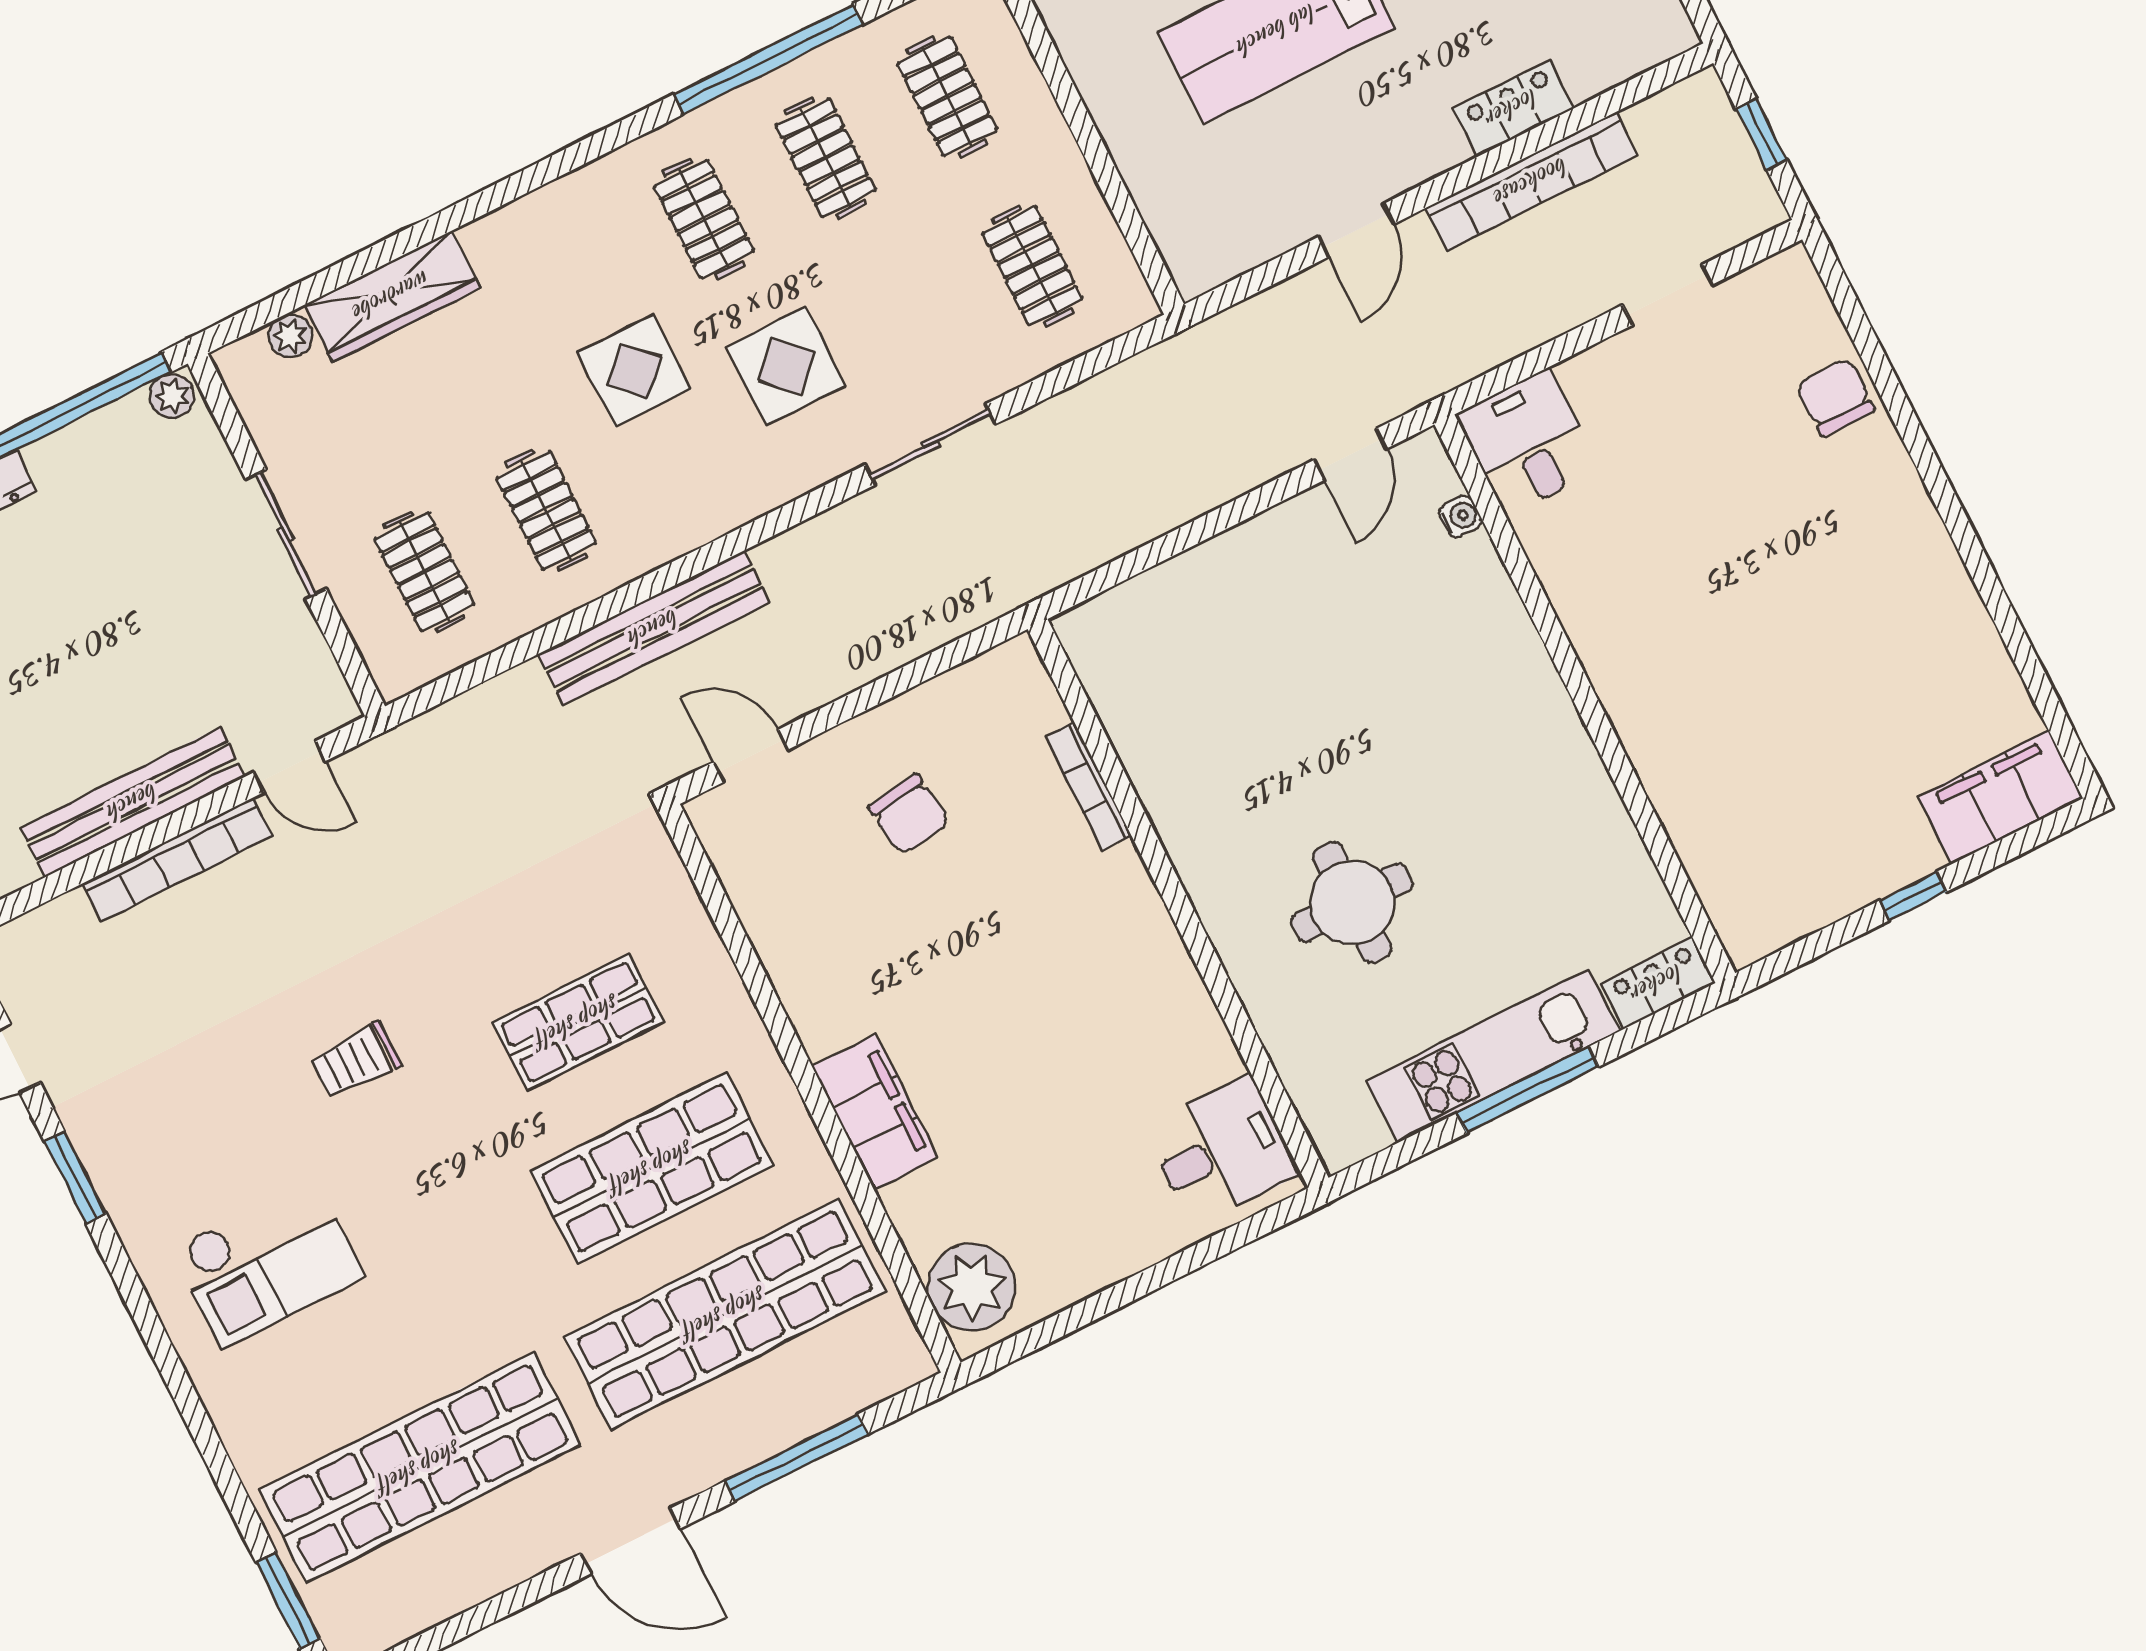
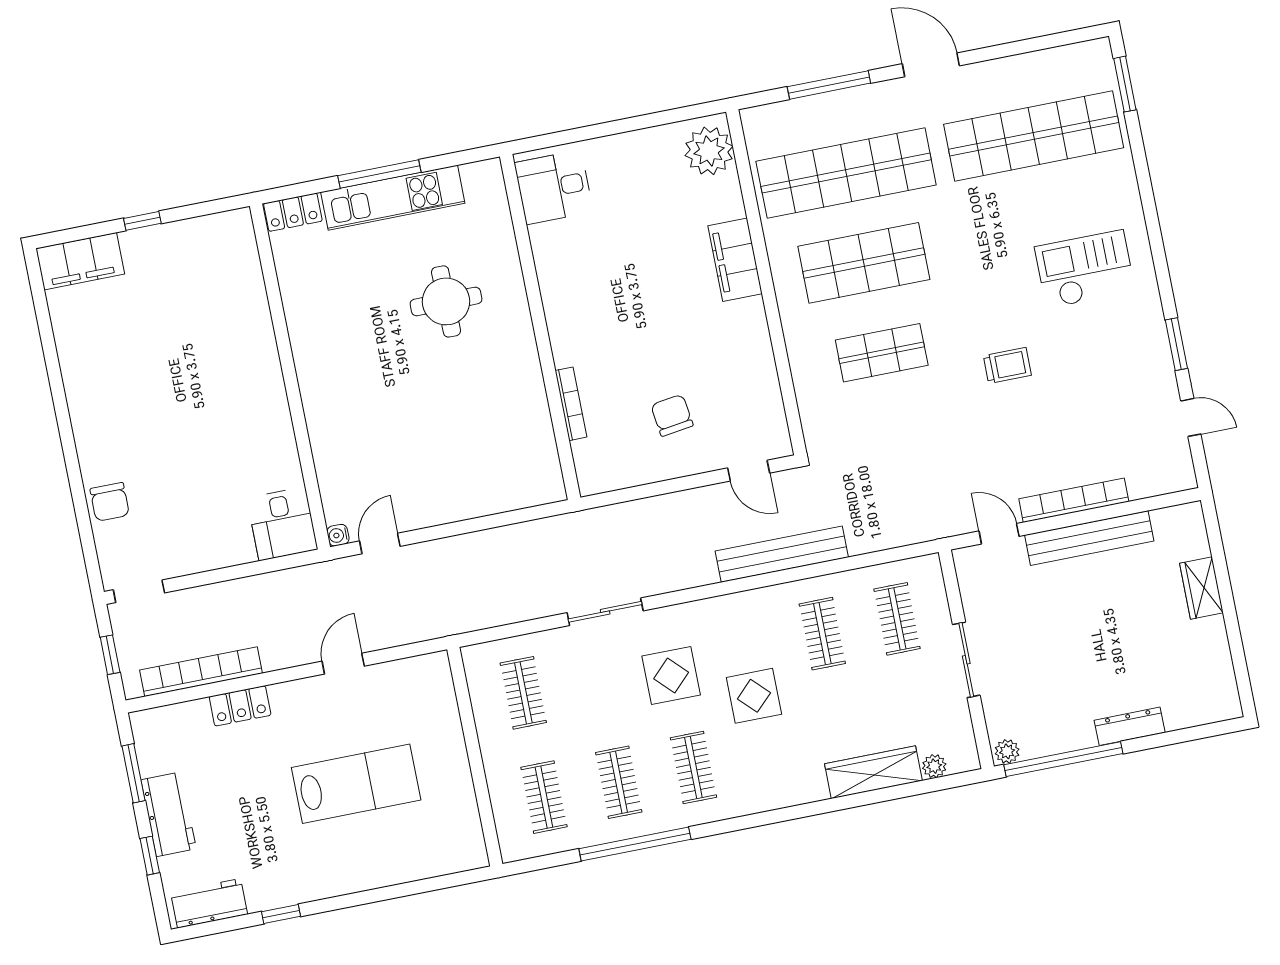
bookcase: (1532, 182) -> (201, 672), moved
doorway: (1667, 295) -> (139, 591), moved
water cooler: (1460, 516) -> (338, 535), moved

